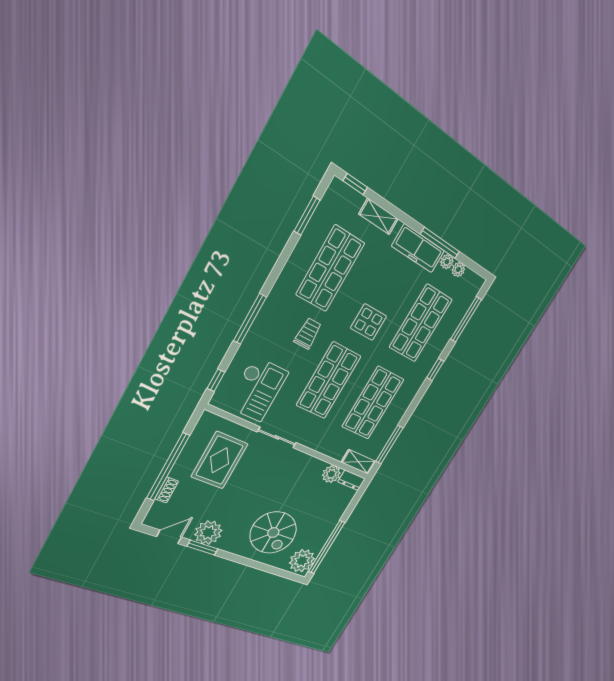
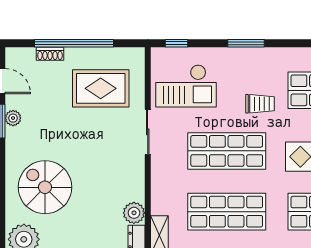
window: (250, 319) -> (246, 43), width x0.69
plant: (208, 533) -> (13, 118), width x0.53, depth x0.53
spiral stairs: (273, 533) -> (45, 187), turned 90

